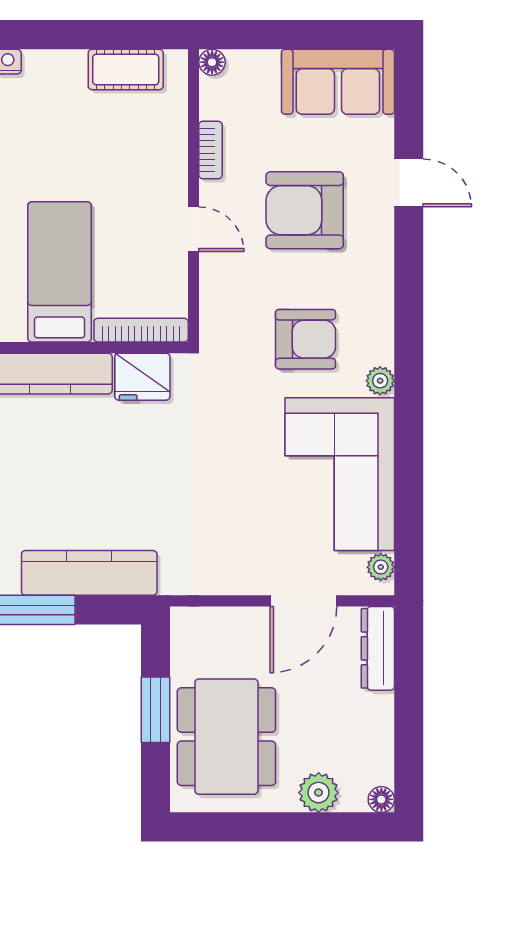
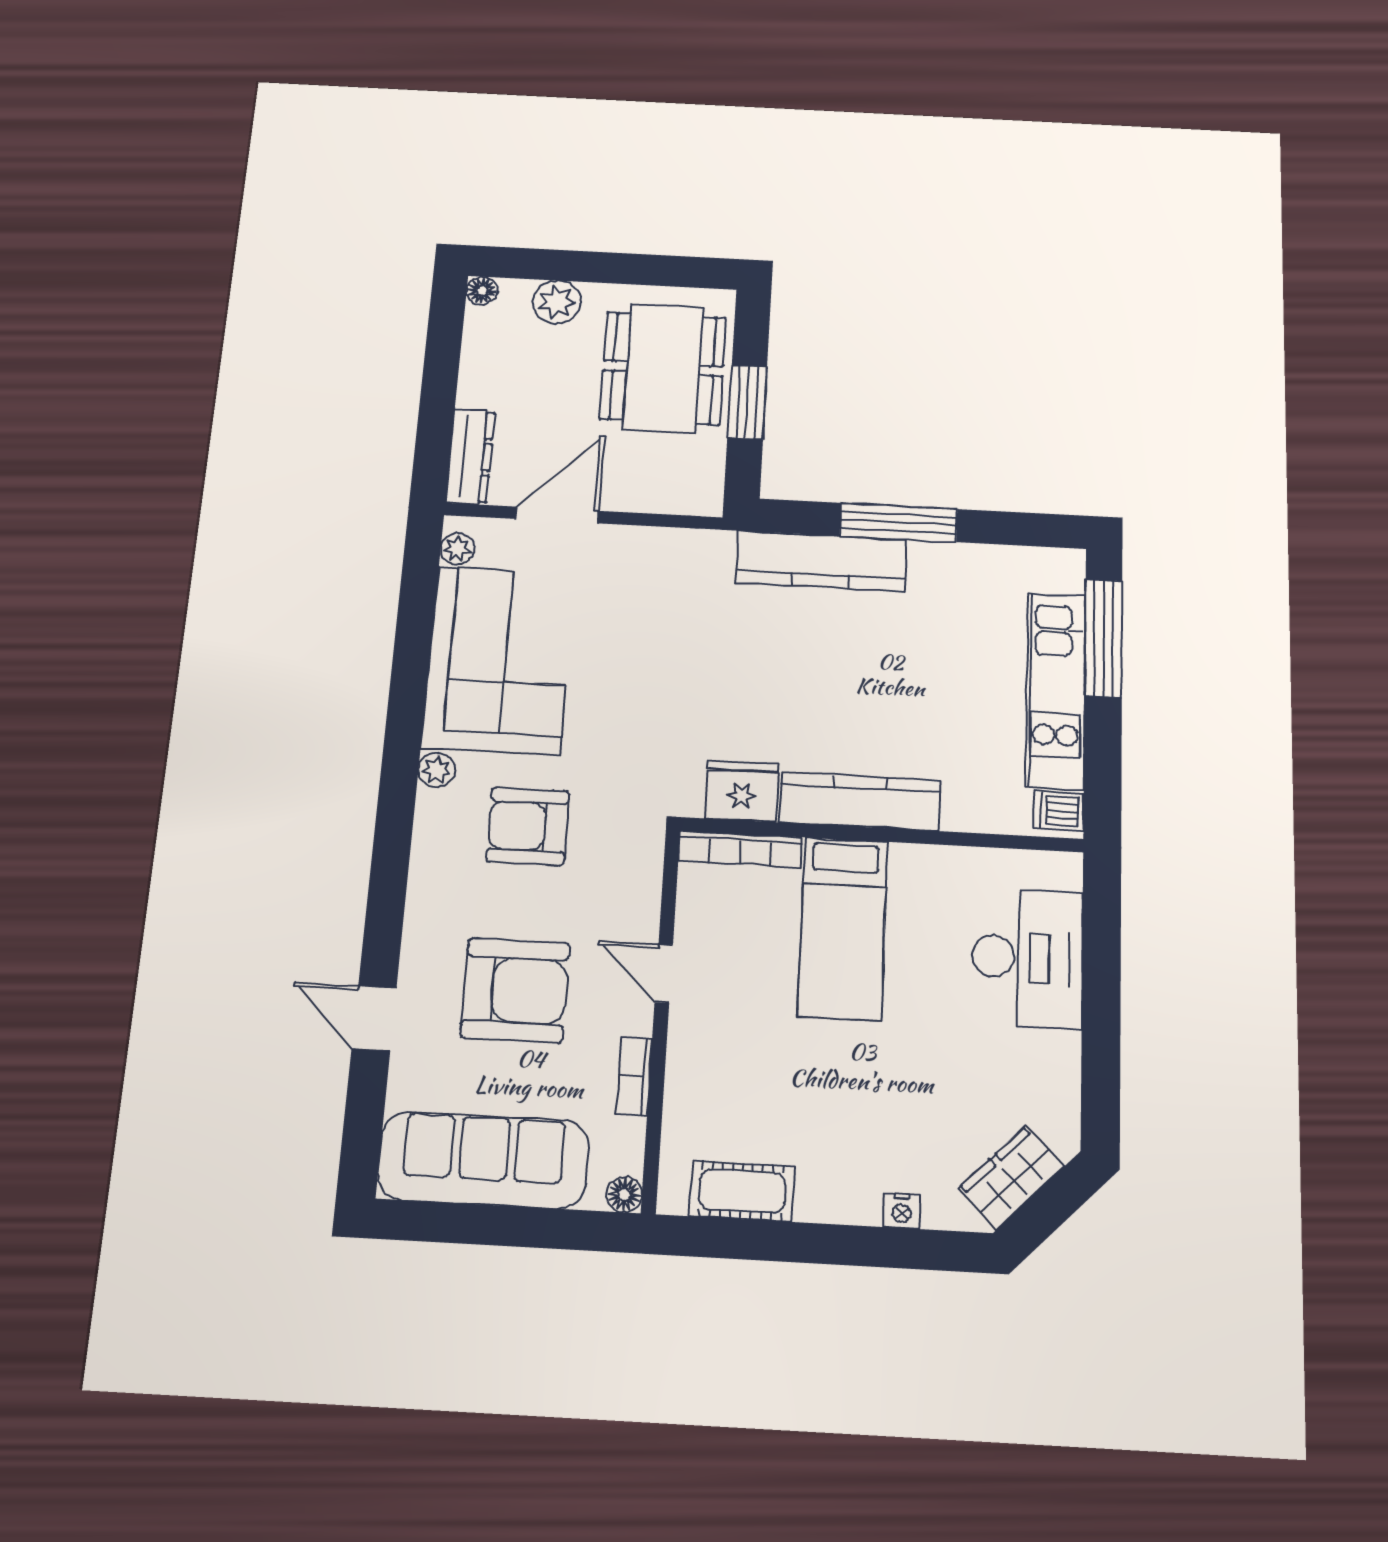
sofa: (338, 82) -> (483, 1160), width x1.36

